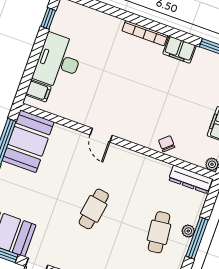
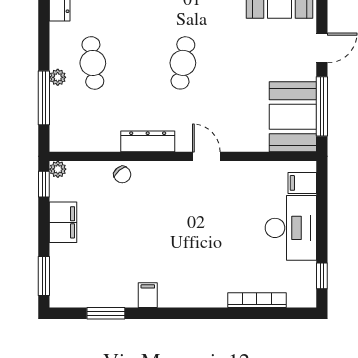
bookcase: (145, 33) -> (257, 300), moved
filing cabinet: (179, 50) -> (148, 295), width x0.50
dresser: (190, 179) -> (148, 141), moved
window: (197, 238) -> (44, 98), moved

